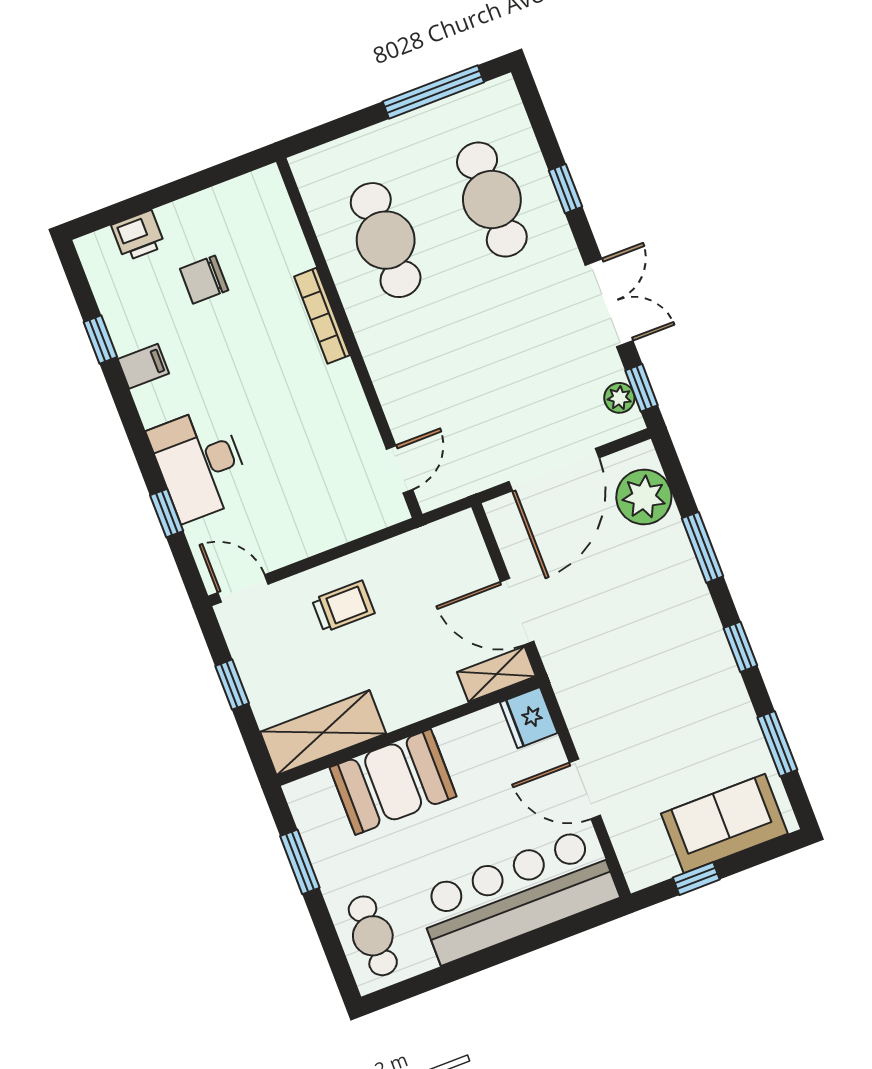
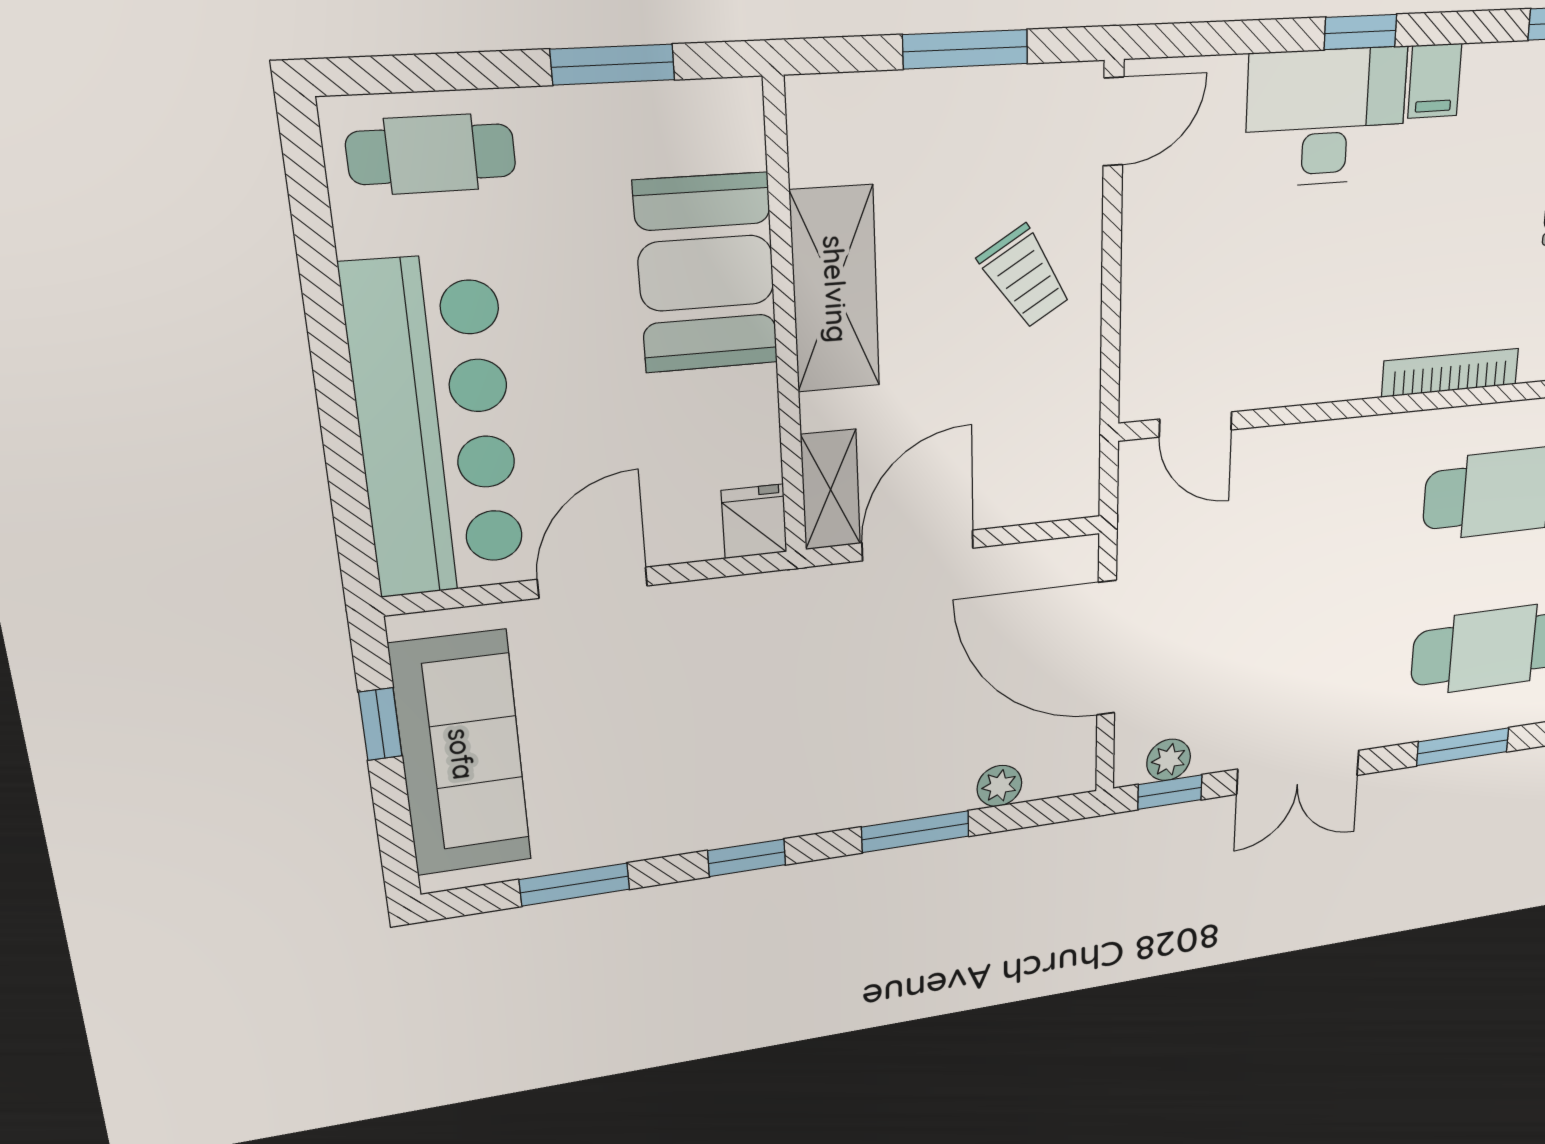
window: (565, 189) -> (1463, 747), width x1.50
filing cabinet: (143, 366) -> (1435, 81), moved
plant: (644, 497) -> (999, 786), width x0.53, depth x0.53
window: (167, 513) -> (1360, 32), moved
trolley: (343, 606) -> (1025, 277), turned -32
window: (232, 685) -> (966, 49), width x1.50
fridge: (529, 718) -> (754, 521), width x0.72
shelving: (323, 733) -> (835, 289), moved
sofa: (724, 824) -> (461, 754), width x1.36

